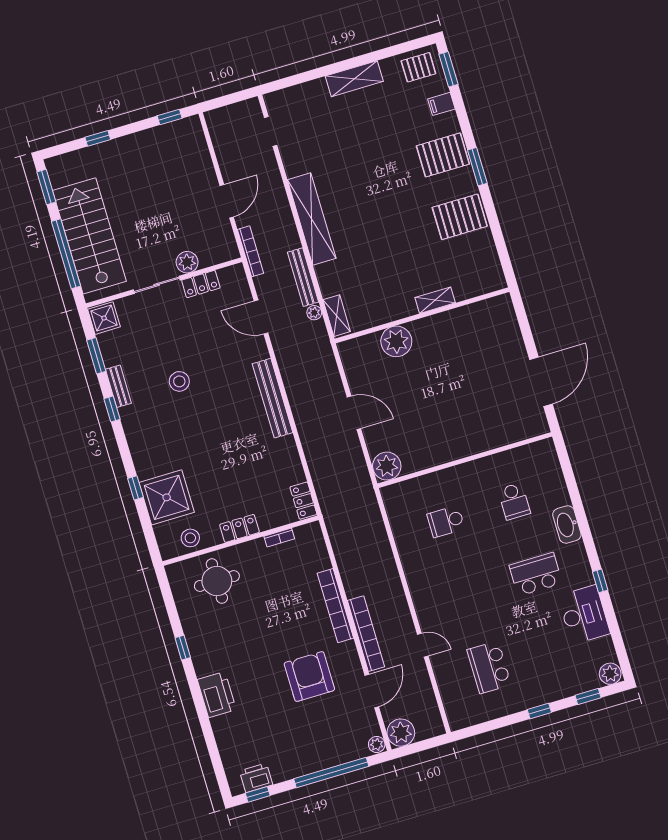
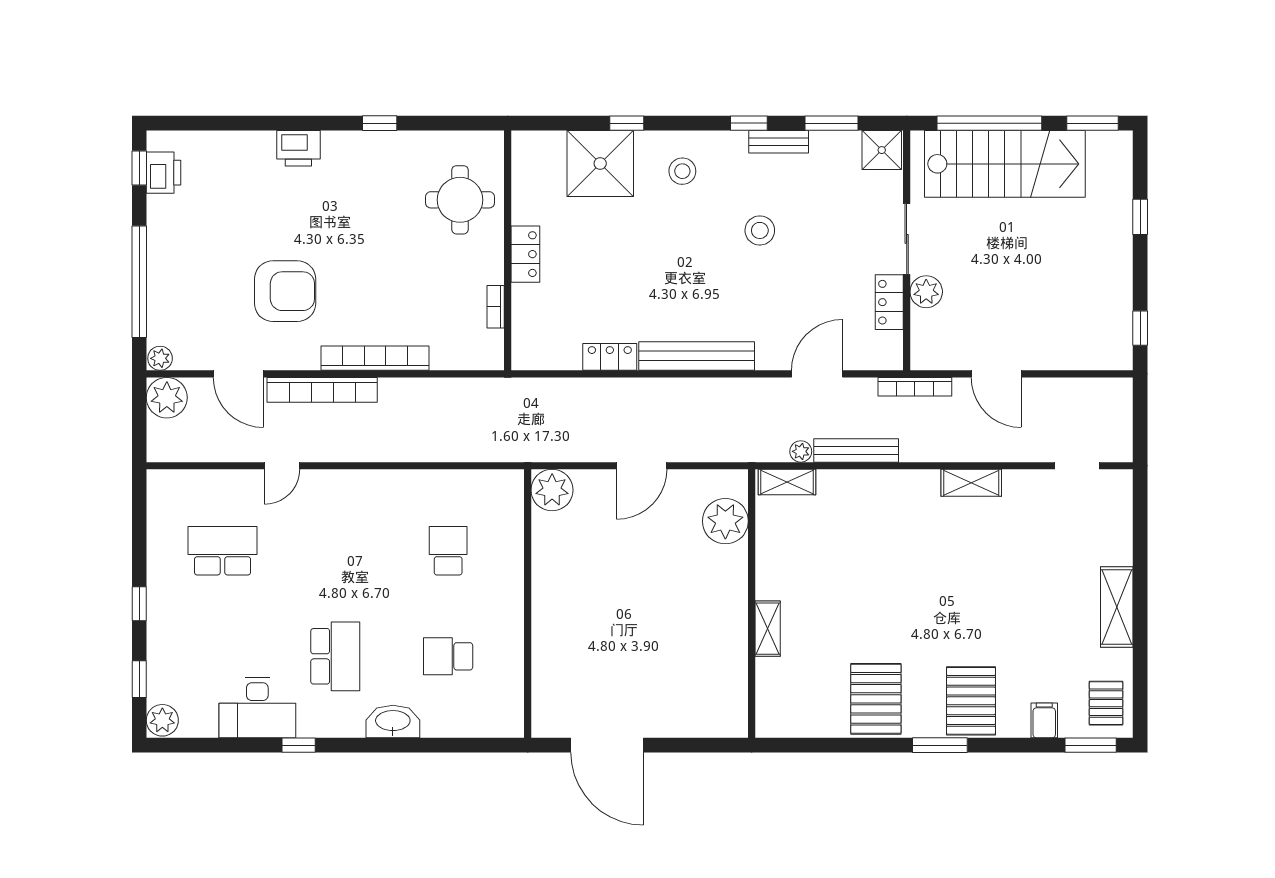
shelving: (312, 219) -> (971, 483), width x0.45, depth x0.75
plant: (396, 341) -> (725, 521), moved
locker: (303, 501) -> (610, 357), moved
stool: (190, 538) -> (682, 171), moved
printer: (217, 695) -> (298, 148), width x0.73, depth x0.84

